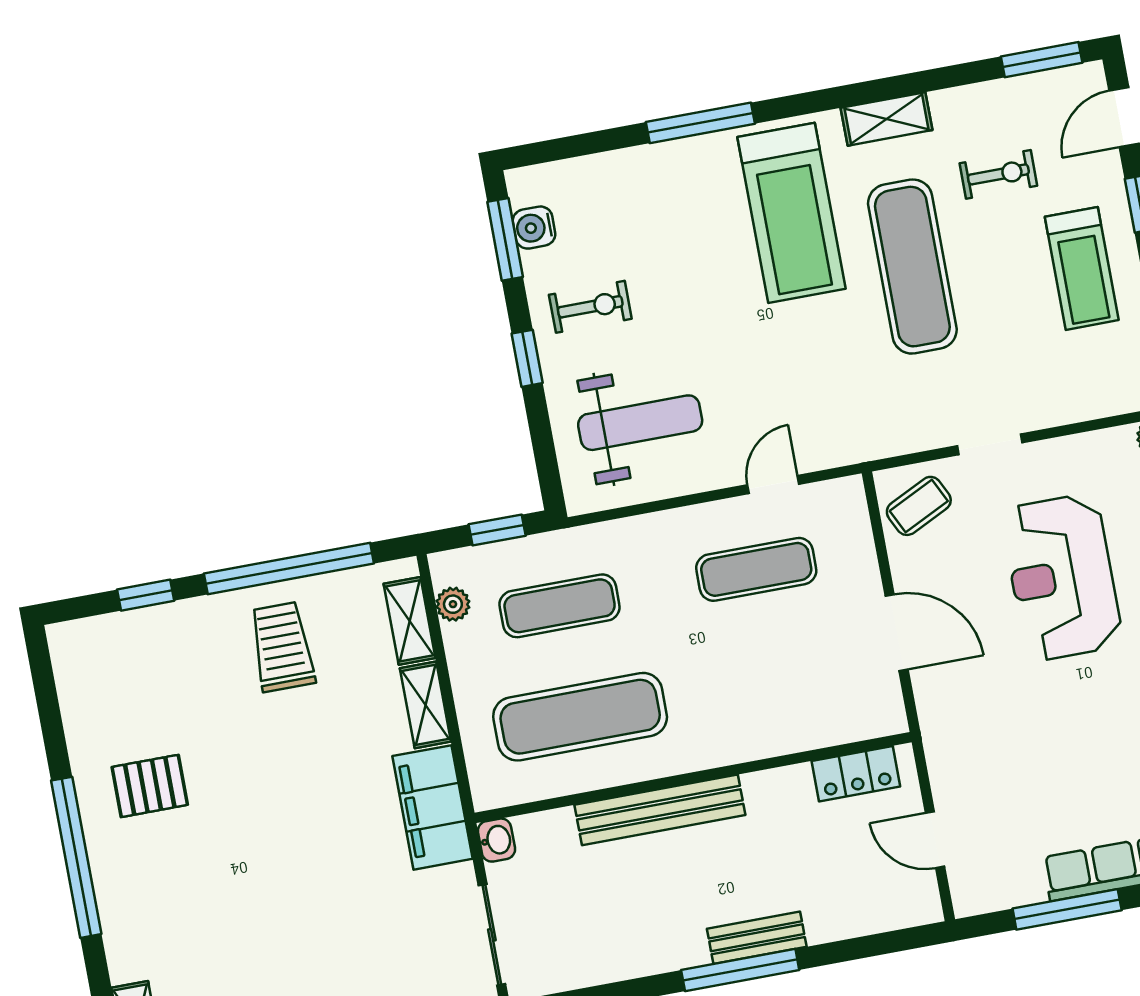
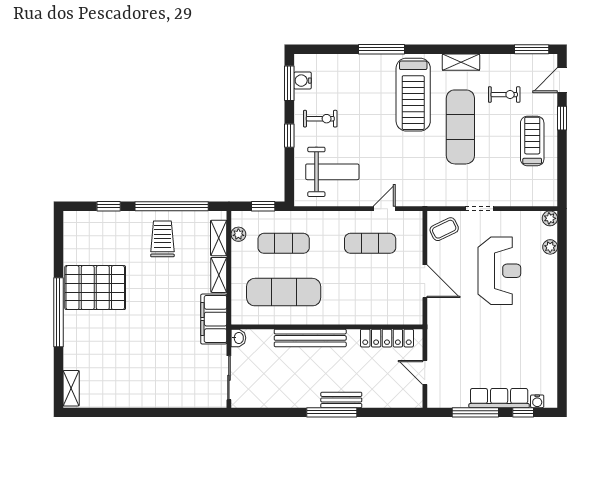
treadmill: (1082, 268) -> (532, 141), turned 180
reception desk: (1062, 577) -> (499, 271), turned 180
locker: (856, 774) -> (387, 338), width x1.53
pallet: (150, 786) -> (95, 288), width x2.05, depth x2.00

